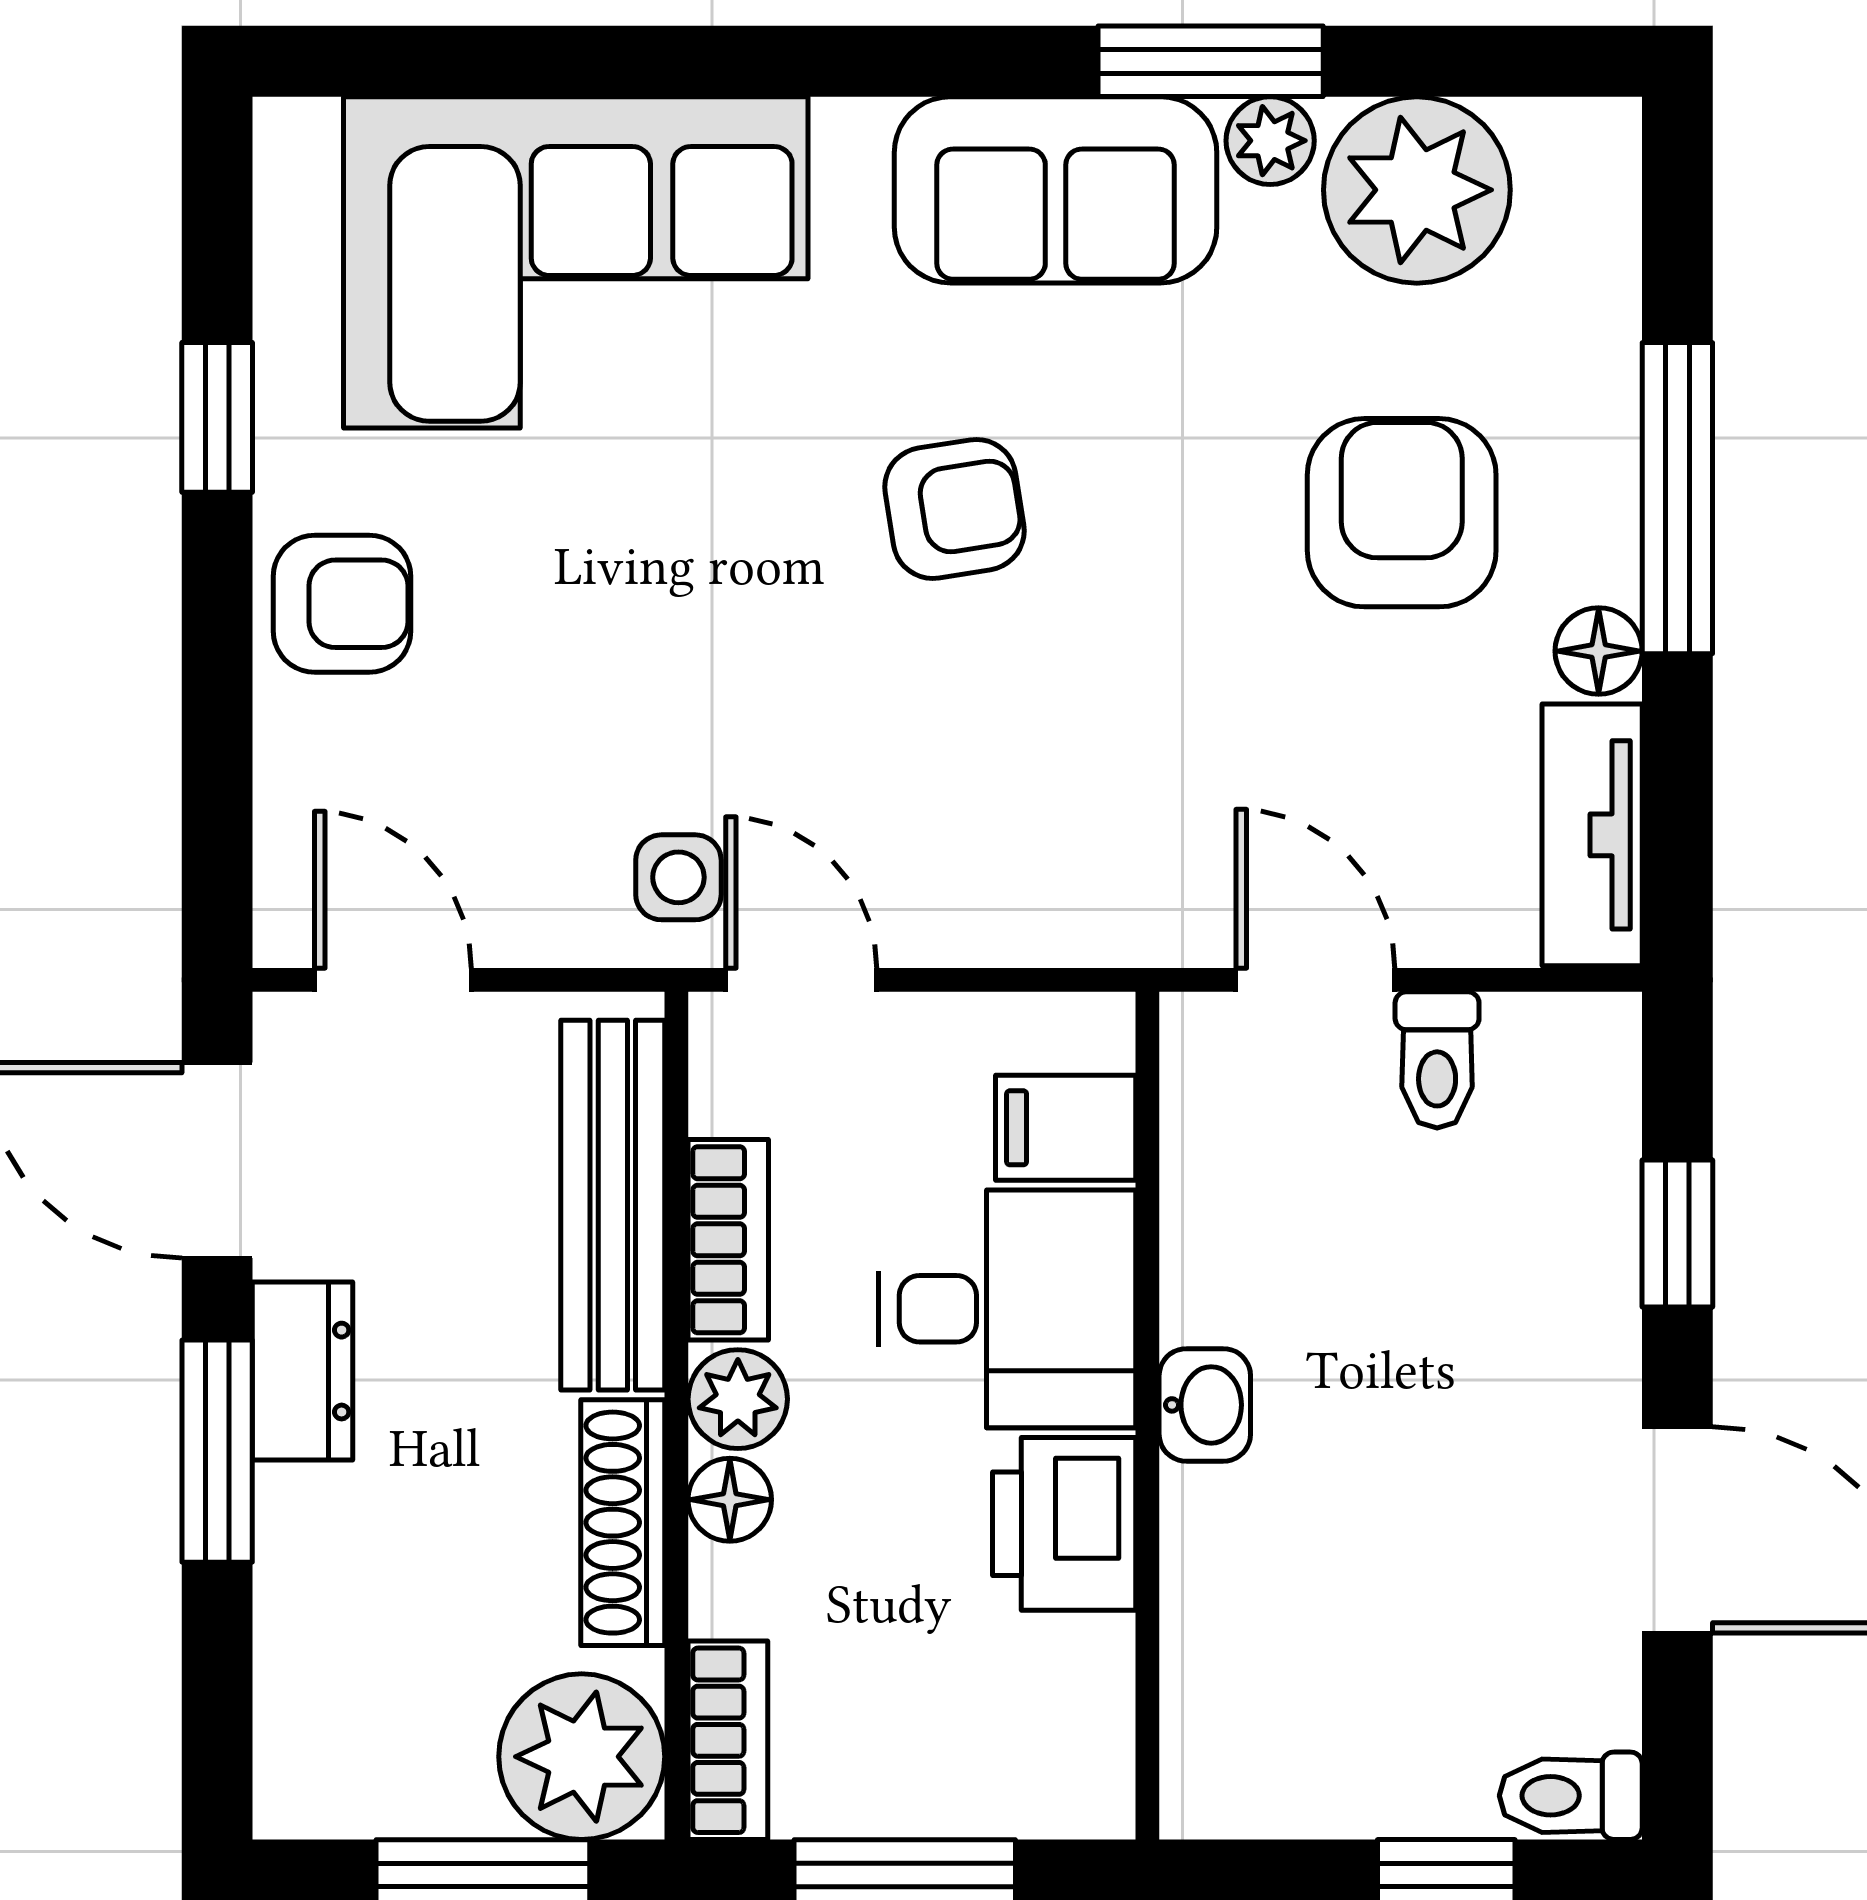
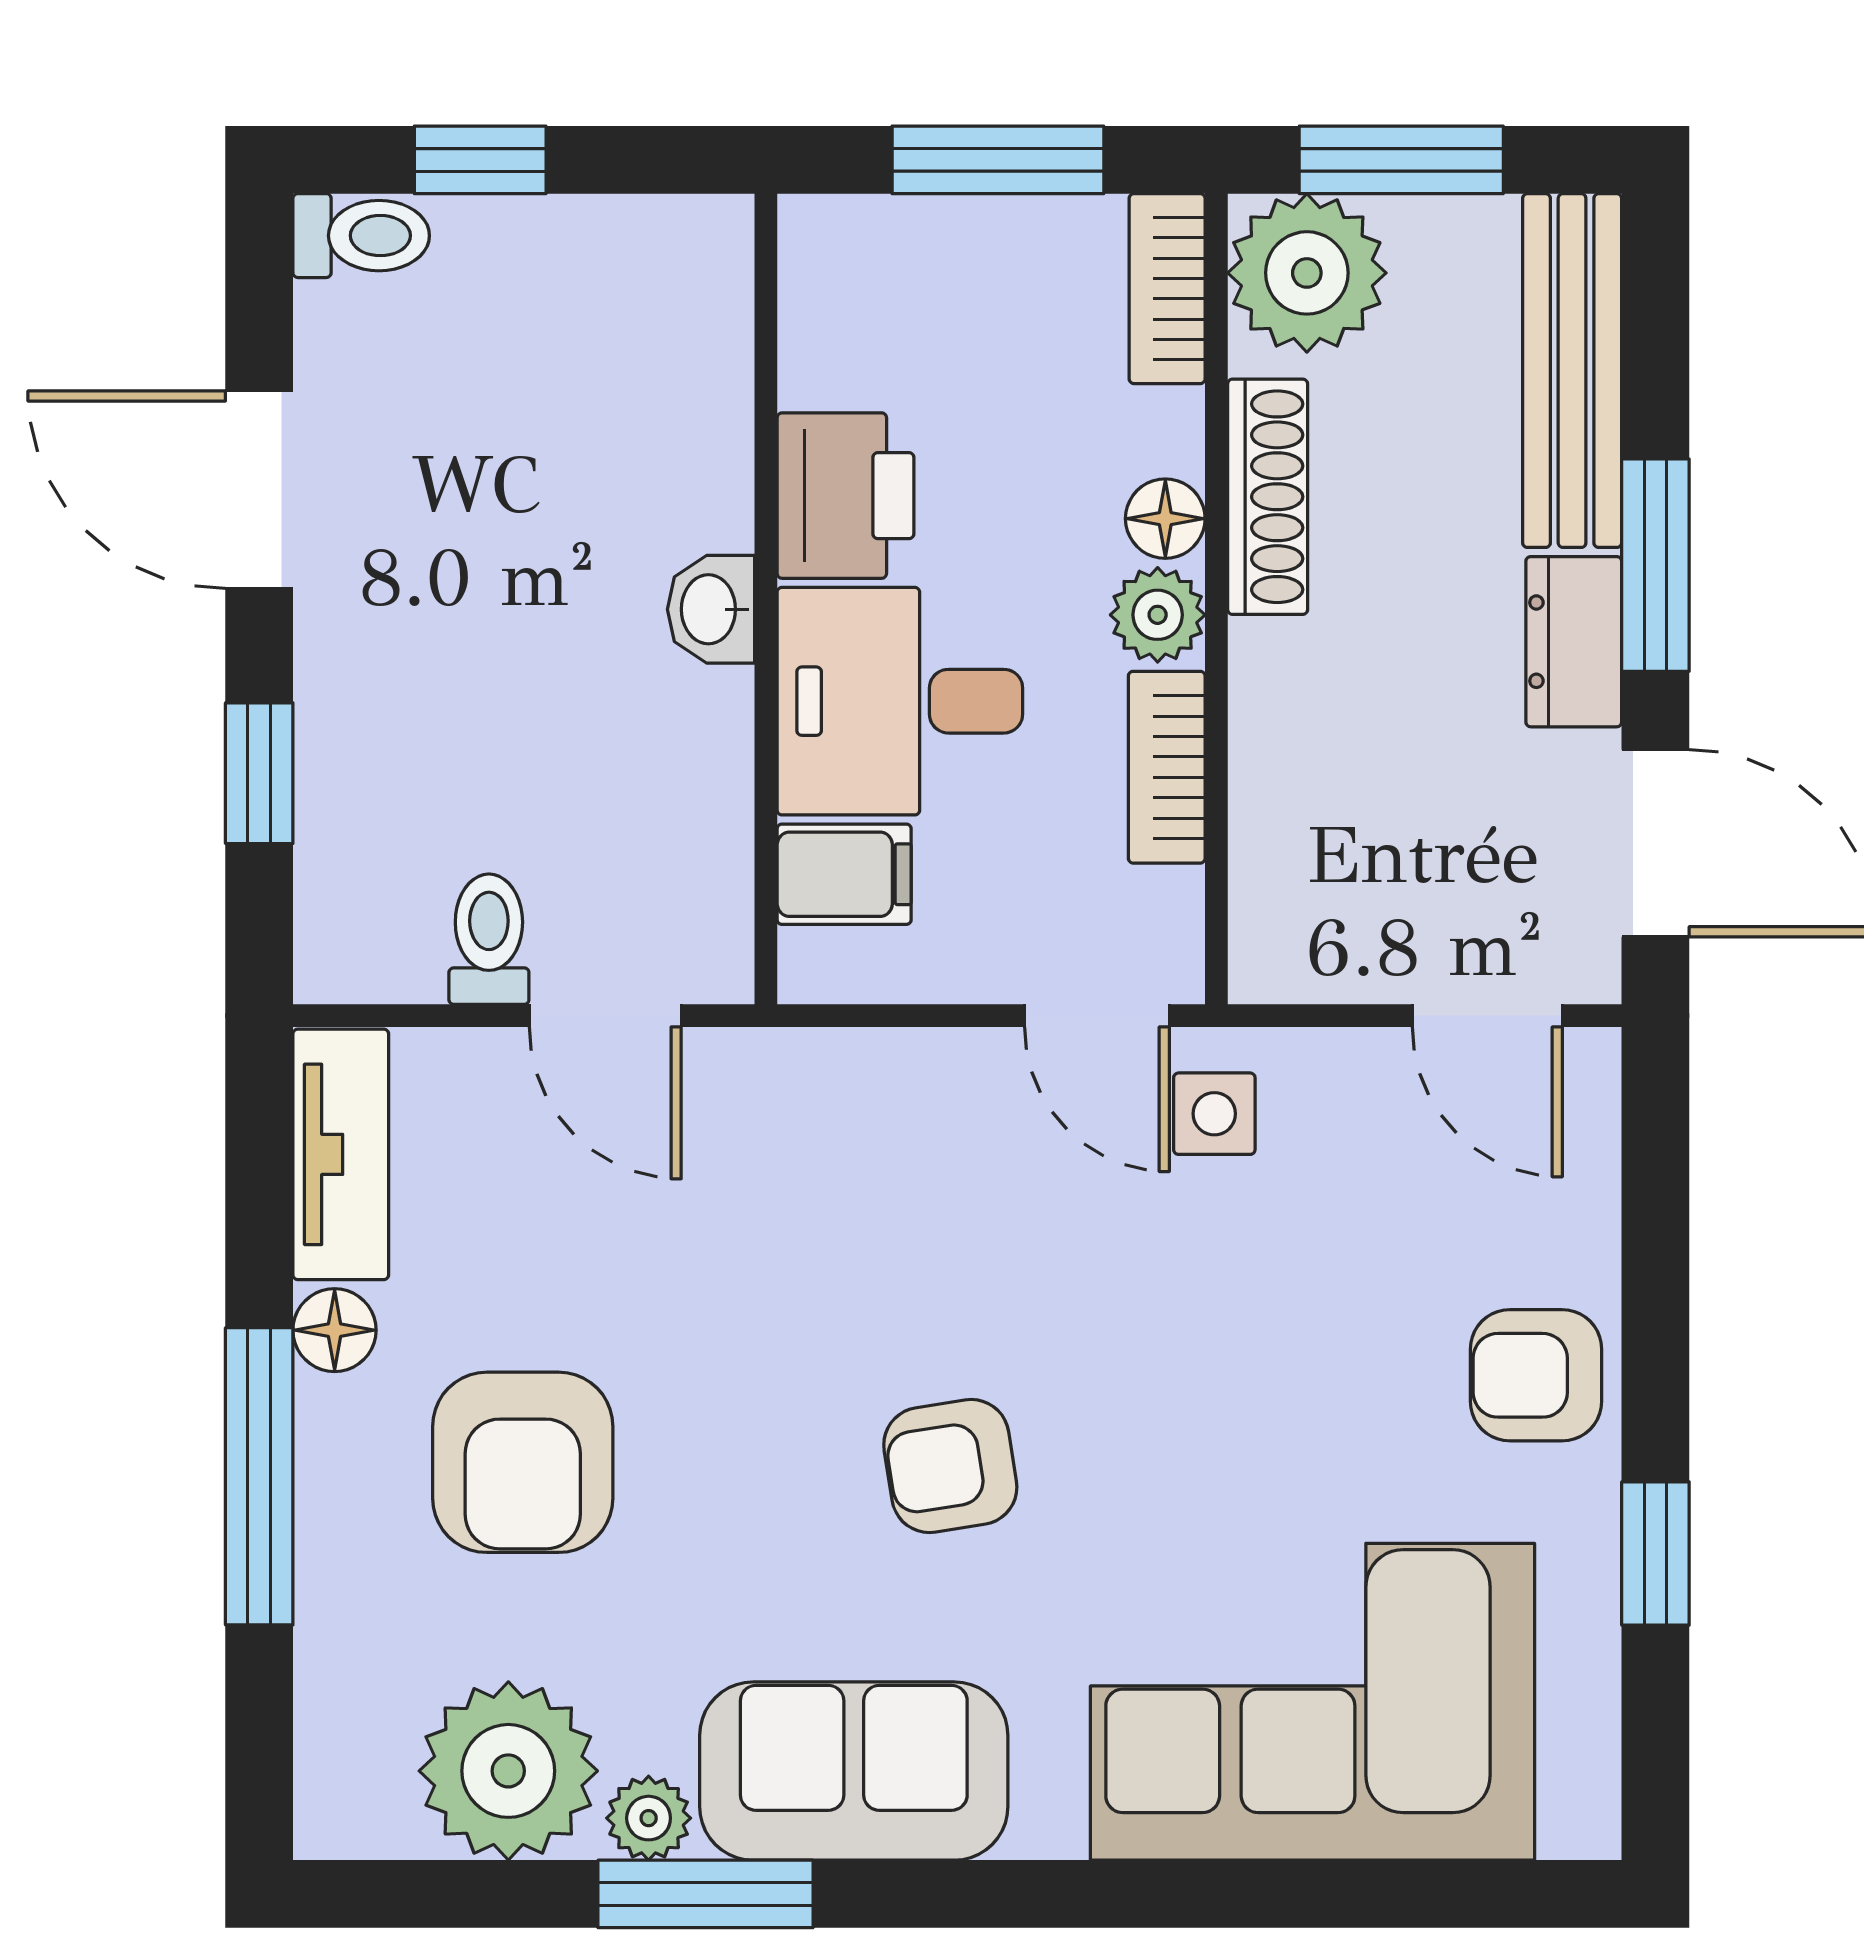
bench: (613, 1205) -> (1572, 371), moved

